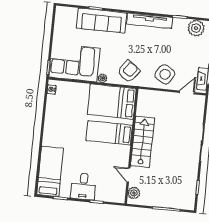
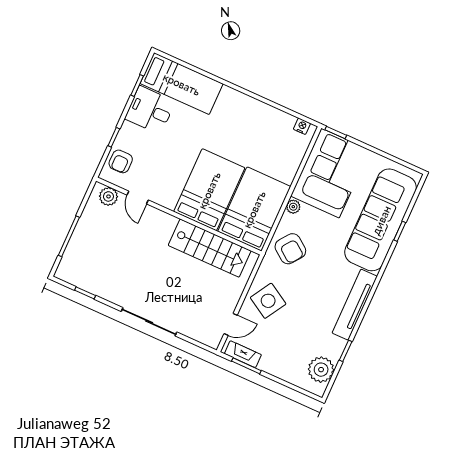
sofa: (102, 20) -> (381, 220), width x1.36, depth x1.27
door: (187, 92) -> (231, 324), hinge flipped
bed: (109, 133) -> (209, 190), width x1.50
stairs: (143, 142) -> (210, 248), moved
door: (129, 175) -> (138, 197), swing flipped
desk: (83, 186) -> (150, 110), moved
armchair: (110, 193) -> (121, 161), added

